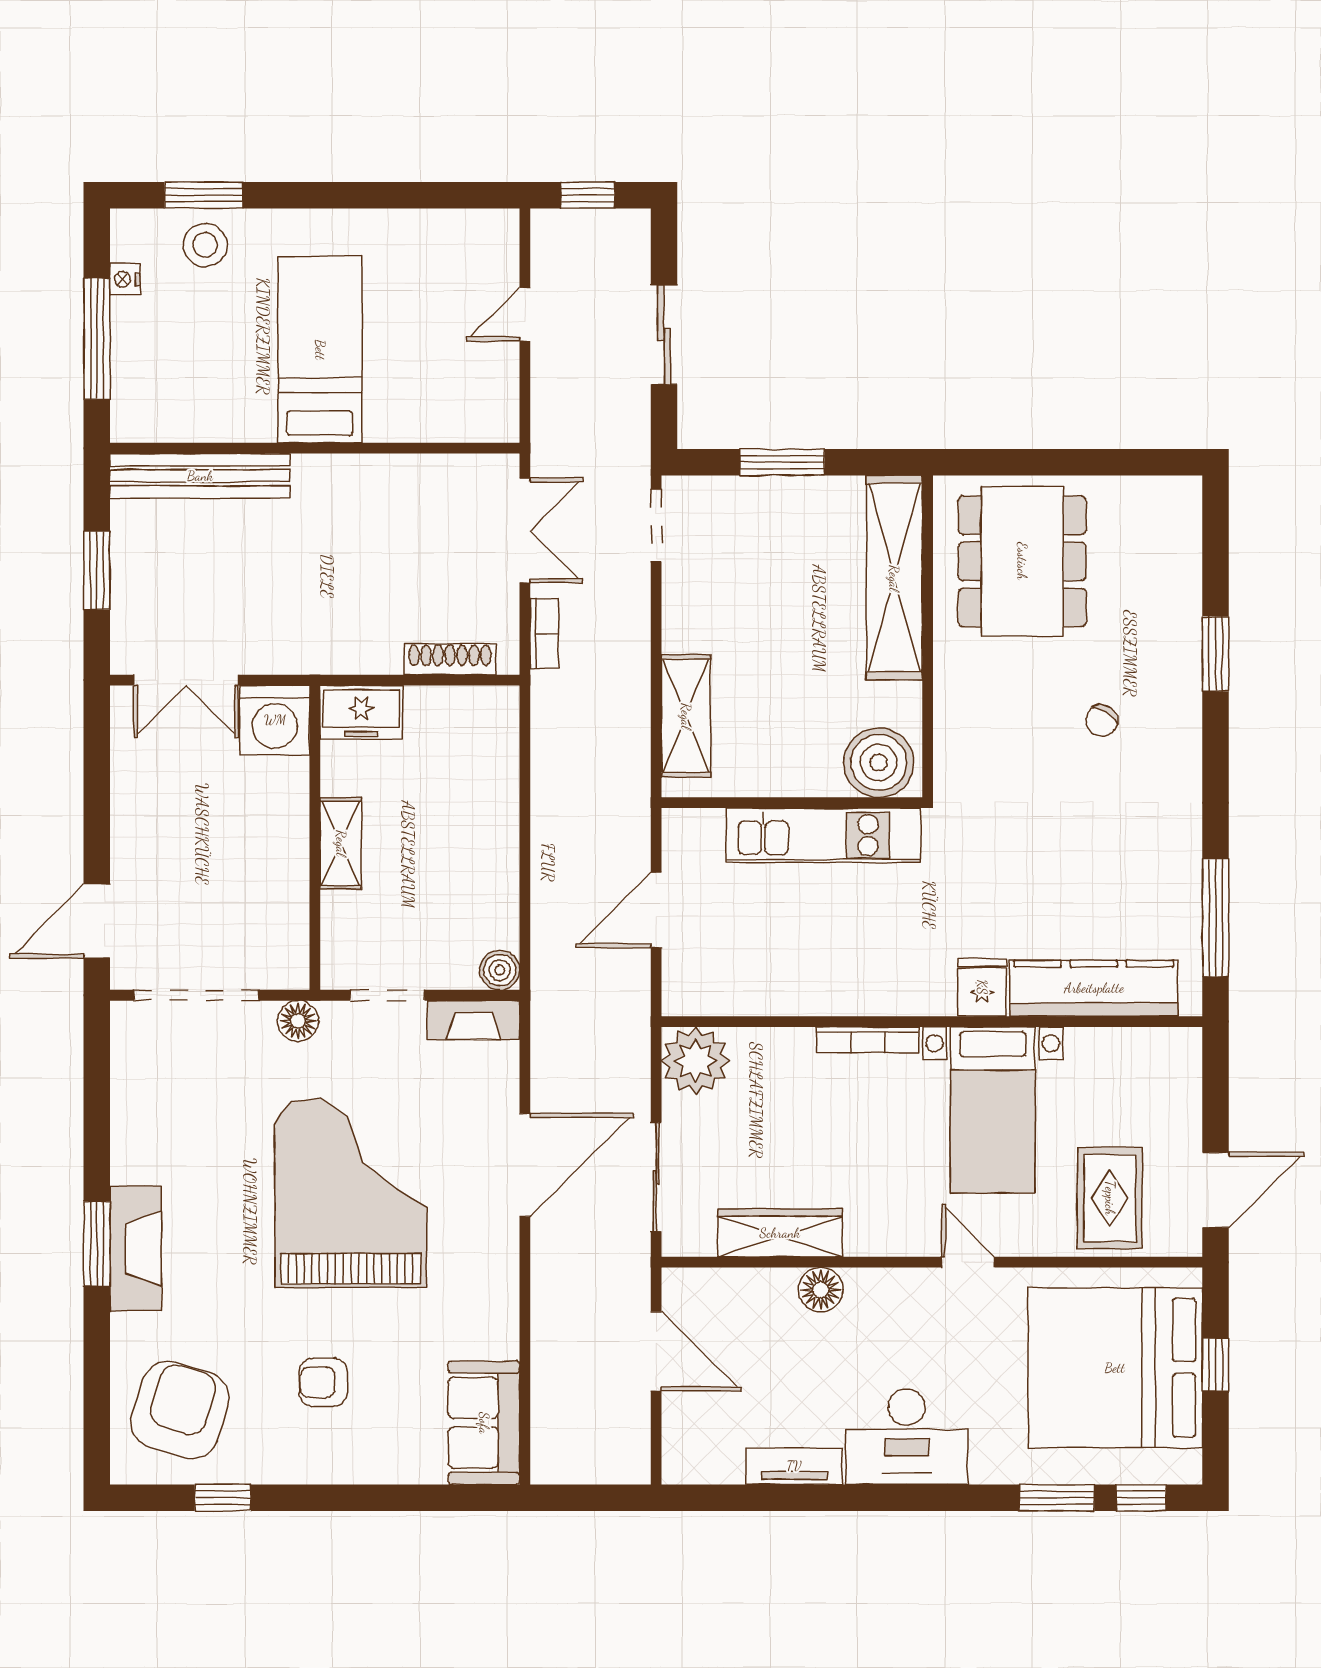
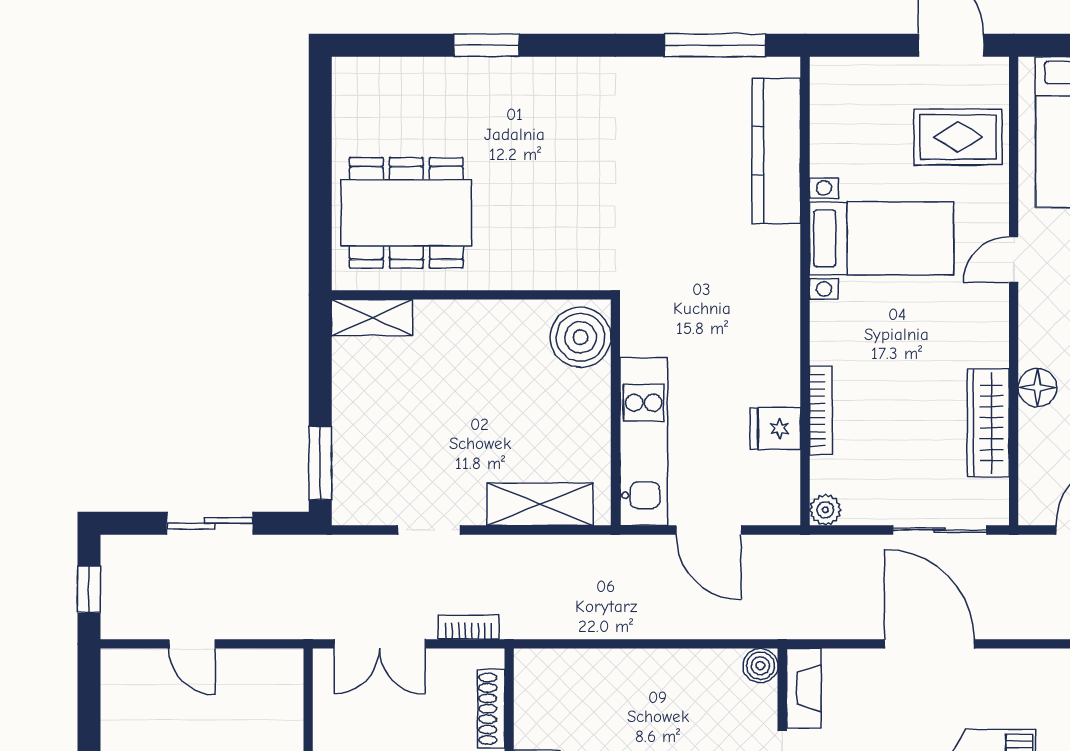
window: (782, 462) -> (320, 463), moved
doorway: (656, 525) -> (429, 530), moved
double door: (525, 531) -> (380, 644), swing flipped
shelving: (894, 578) -> (372, 318), width x0.45, depth x0.75
chair: (1102, 721) -> (544, 144), removed
kitchen unit: (823, 835) -> (644, 441), moved
fridge: (982, 987) -> (775, 429), moved
bookcase: (868, 1040) -> (821, 410), moved
plant: (695, 1061) -> (825, 510), width x0.53, depth x0.53

